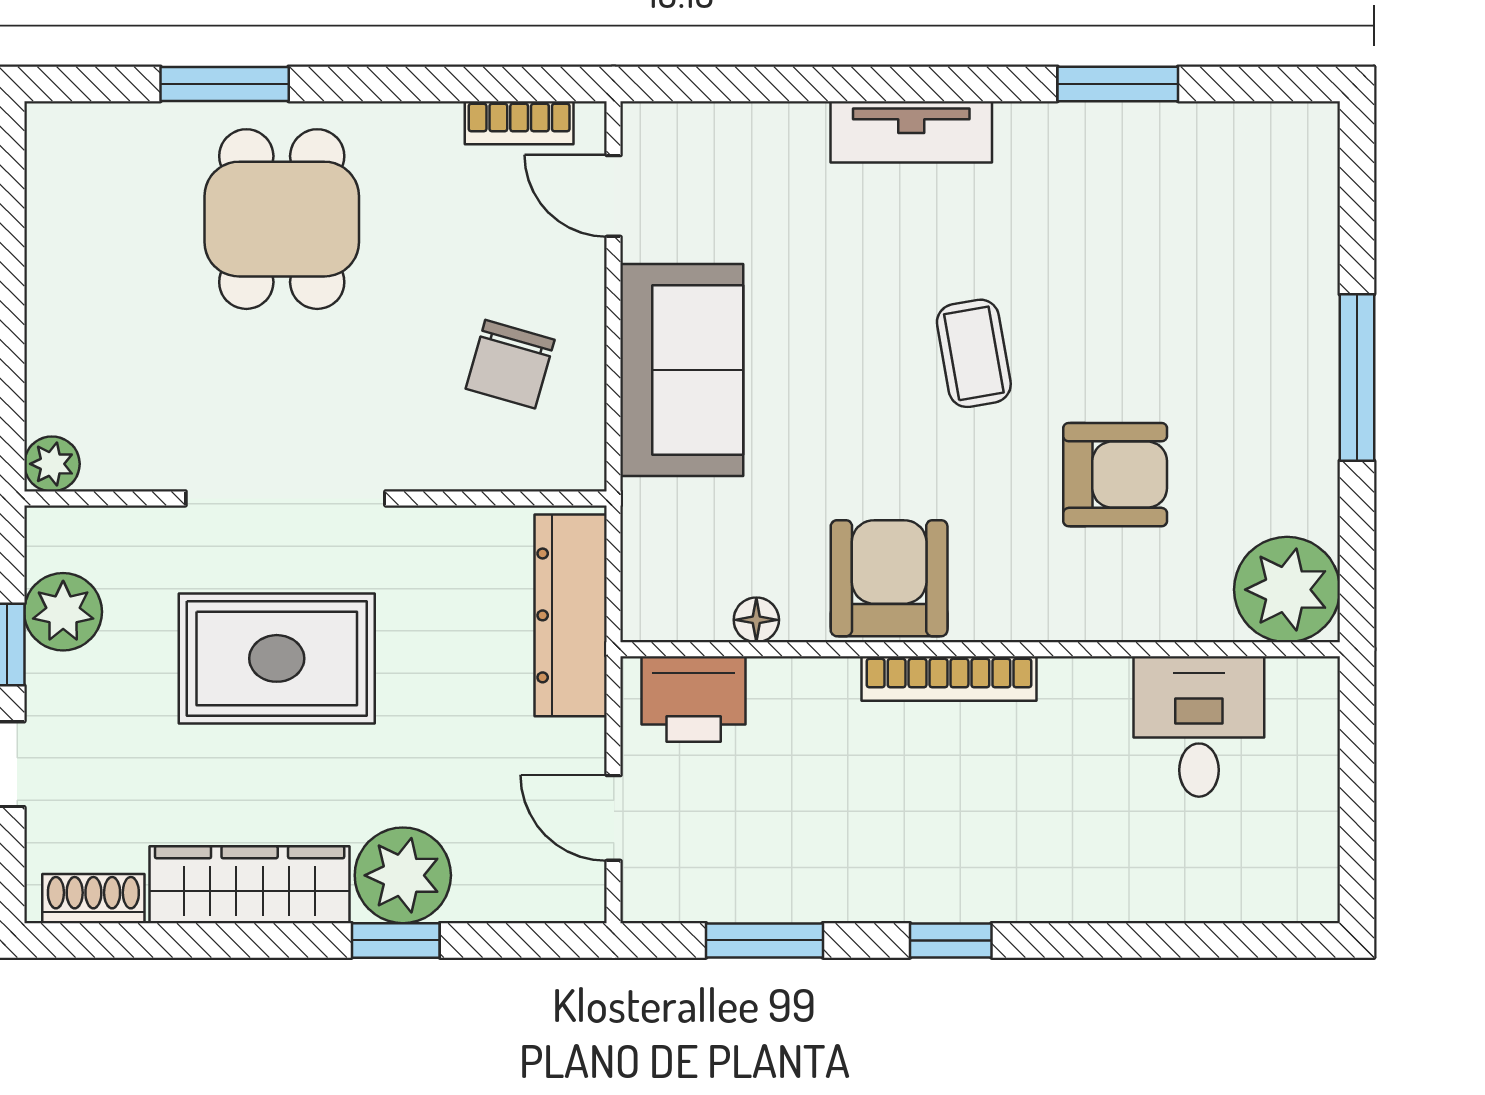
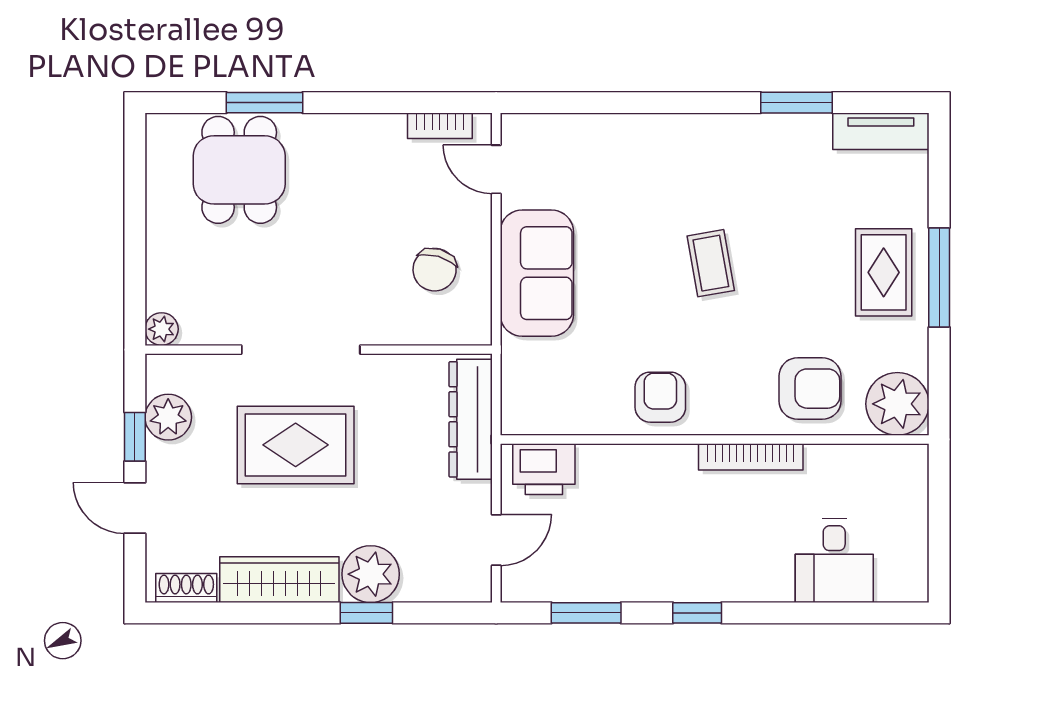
tv unit: (911, 132) -> (881, 131), moved
dining table: (282, 219) -> (239, 170), moved
rug: (1264, 369) -> (884, 272), added
armchair: (1115, 475) -> (810, 389), moved
armchair: (889, 578) -> (660, 397), width x0.72, depth x0.72
floor lamp: (756, 620) -> (581, 422), removed
bookcase: (949, 678) -> (751, 457), moved
desk: (1199, 726) -> (834, 561), moved, turned 180
door: (614, 818) -> (496, 540), swing flipped

